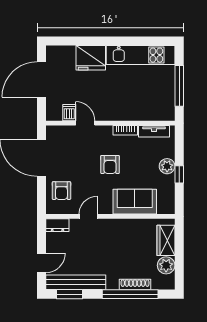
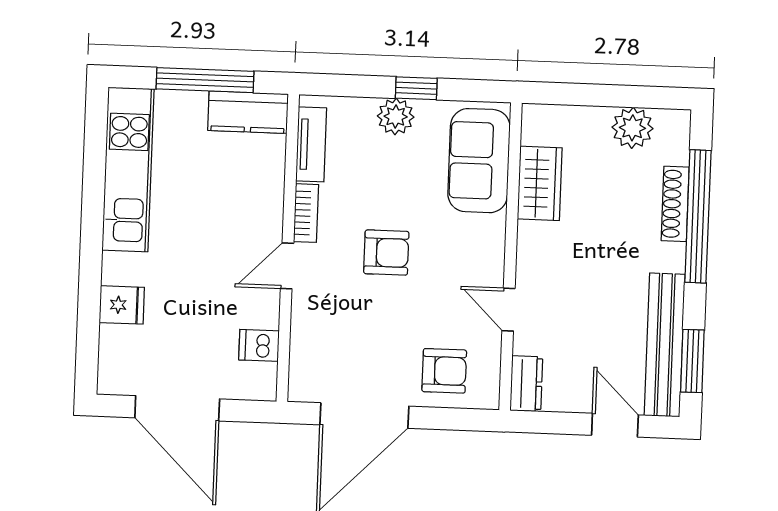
fridge: (91, 58) -> (122, 305), width x0.53, depth x0.75
kitchen counter: (166, 104) -> (248, 112), added
door: (85, 123) -> (287, 266), moved
sofa: (135, 202) -> (479, 161), moved
wardrobe: (166, 240) -> (540, 183), moved, turned -90

